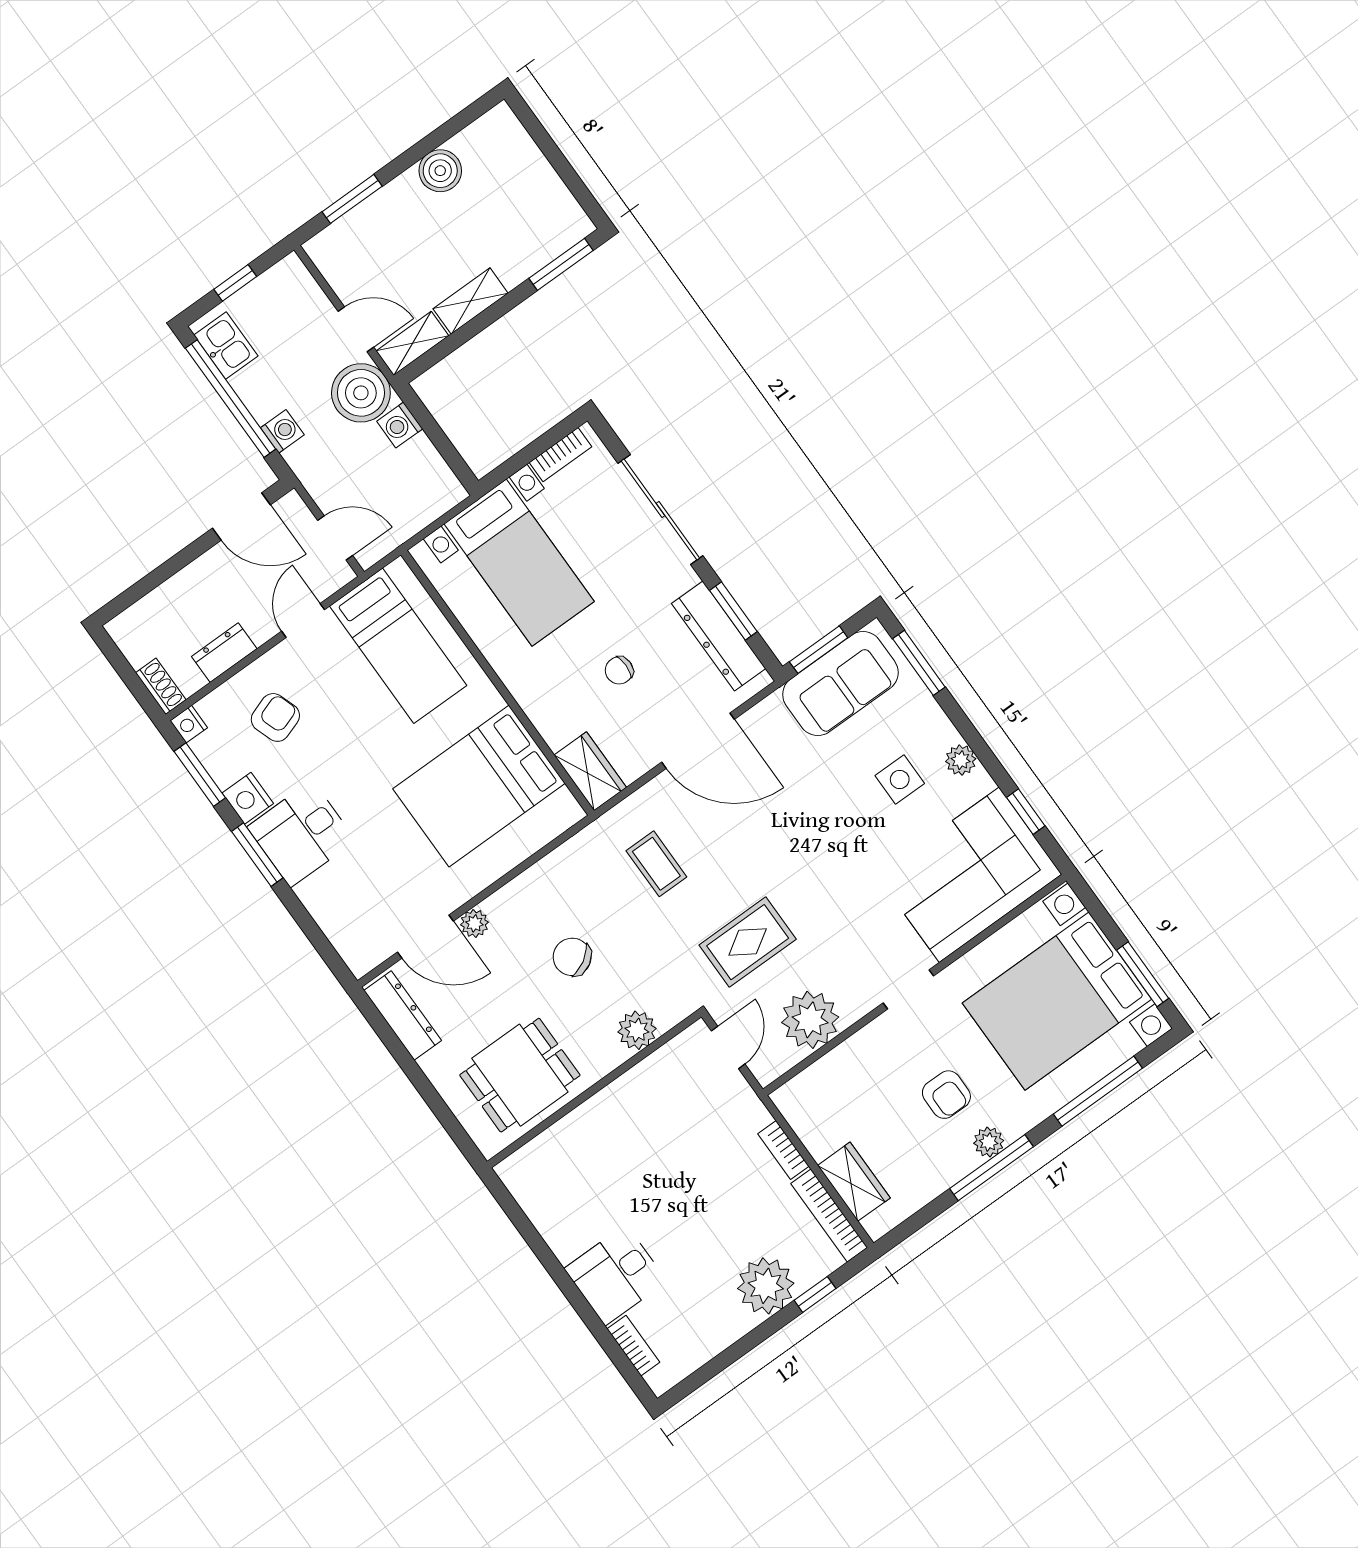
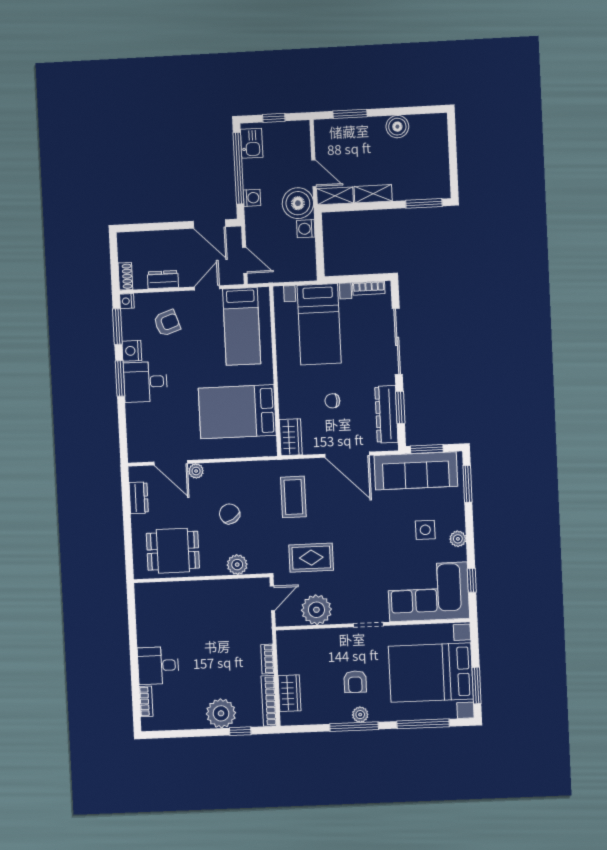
sofa: (840, 683) -> (416, 471), width x1.36
coffee table: (656, 864) -> (293, 497), width x1.36, depth x1.30
dresser: (403, 1015) -> (139, 498), width x0.70

